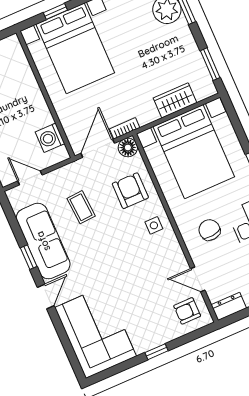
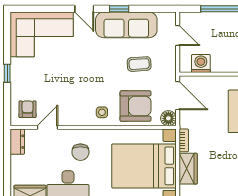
bookcase: (125, 128) -> (184, 140), moved
door: (30, 178) -> (178, 36), hinge flipped
armchair: (130, 191) -> (135, 106), width x1.36, depth x1.36
chair: (209, 230) -> (80, 152), turned 96

